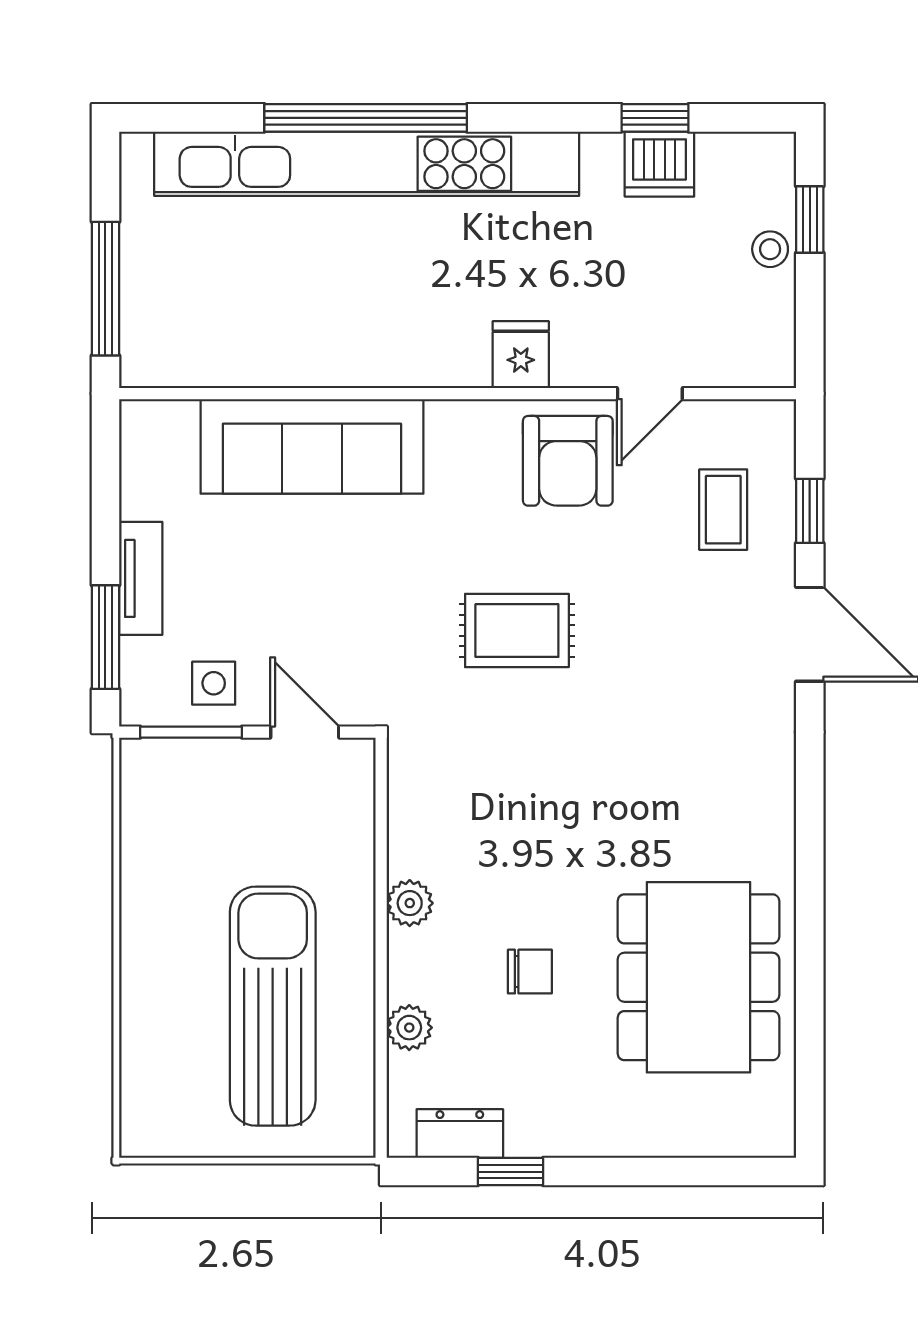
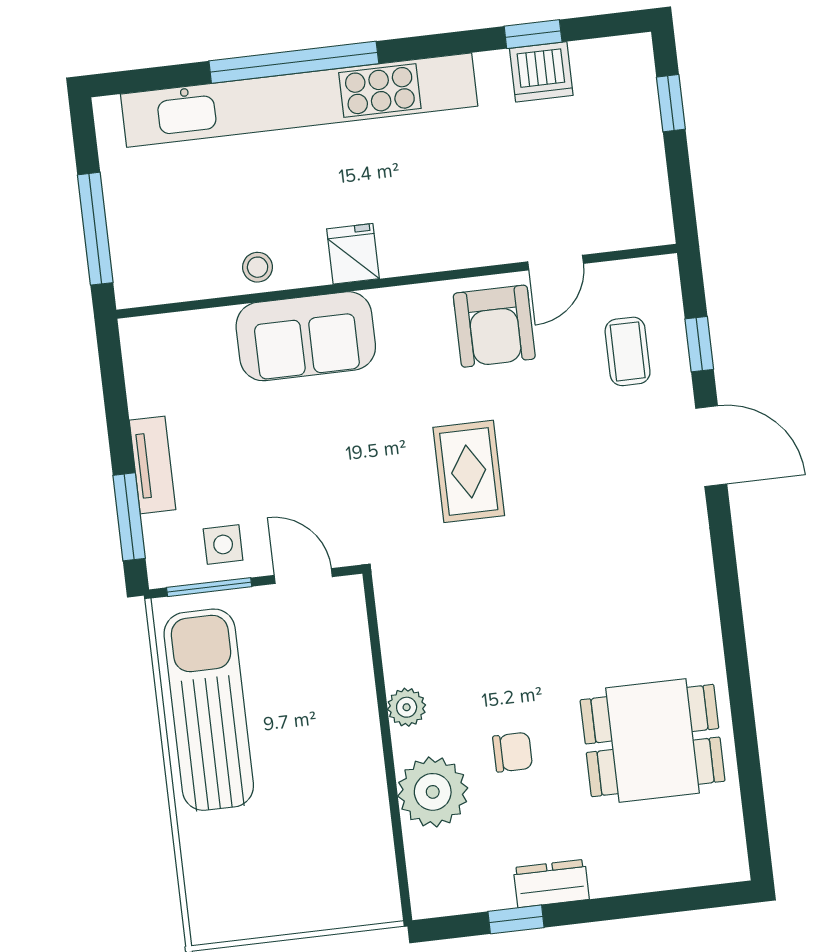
stool: (770, 249) -> (258, 267), moved
fridge: (521, 355) -> (353, 254), moved
sofa: (312, 446) -> (306, 336), width x0.73
rug: (517, 631) -> (469, 471), turned 90
dining table: (698, 977) -> (653, 741), width x0.73
sun lounger: (273, 1006) -> (209, 710), moved
plant: (409, 1028) -> (433, 792), width x1.88, depth x1.88
dresser: (460, 1134) -> (551, 883), moved

